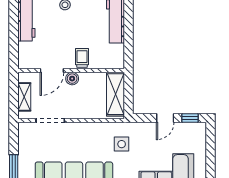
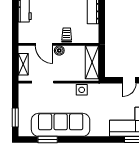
door: (52, 71) -> (44, 44), hinge flipped
side table: (122, 144) -> (82, 90), moved

